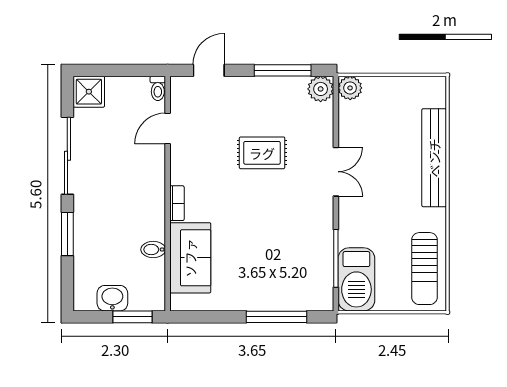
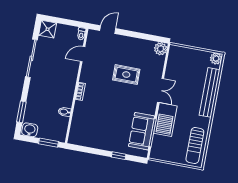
window: (283, 70) -> (144, 36), removed
plant: (350, 88) -> (216, 59), moved
window: (67, 234) -> (21, 112), moved
sofa: (190, 258) -> (142, 131), moved, turned 180
barbecue: (356, 279) -> (165, 120), moved
washbasin: (112, 298) -> (30, 130), moved
window: (277, 317) -> (119, 156), width x0.46

